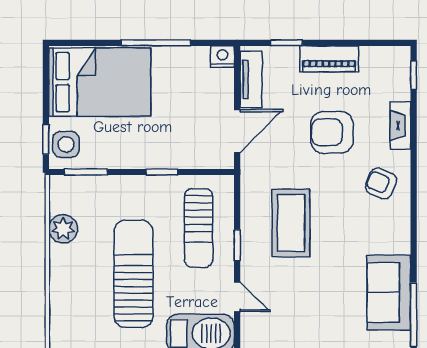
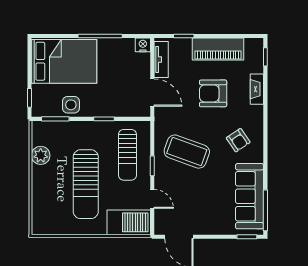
piano: (329, 59) -> (218, 49), width x1.37, depth x1.33
door: (237, 131) -> (152, 93), hinge flipped
side table: (66, 144) -> (71, 105), moved
armchair: (381, 183) -> (238, 140), moved, turned -147
coffee table: (291, 223) -> (187, 152), turned -70
sun lounger: (133, 274) -> (86, 184), turned 180
sofa: (389, 293) -> (250, 196), width x1.36

